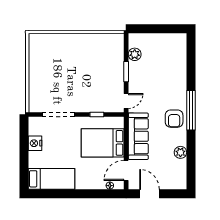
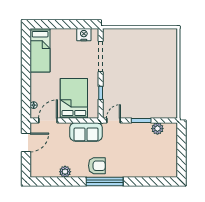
door: (126, 101) -> (113, 120), swing flipped
armchair: (174, 119) -> (97, 166), turned 180
sofa: (138, 136) -> (86, 132), width x0.73
nightstand: (35, 143) -> (84, 35), moved
door: (126, 170) -> (48, 120), hinge flipped

